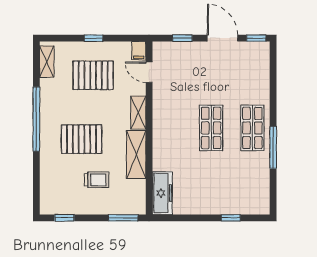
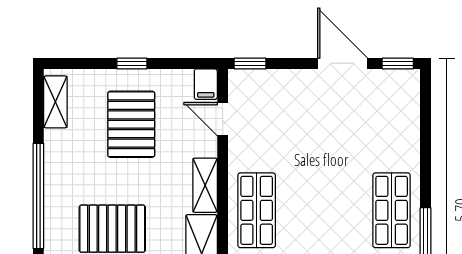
window: (182, 38) -> (250, 63), moved
pallet: (93, 75) -> (131, 124), turned 90
shop shelf: (211, 128) -> (257, 210), moved

